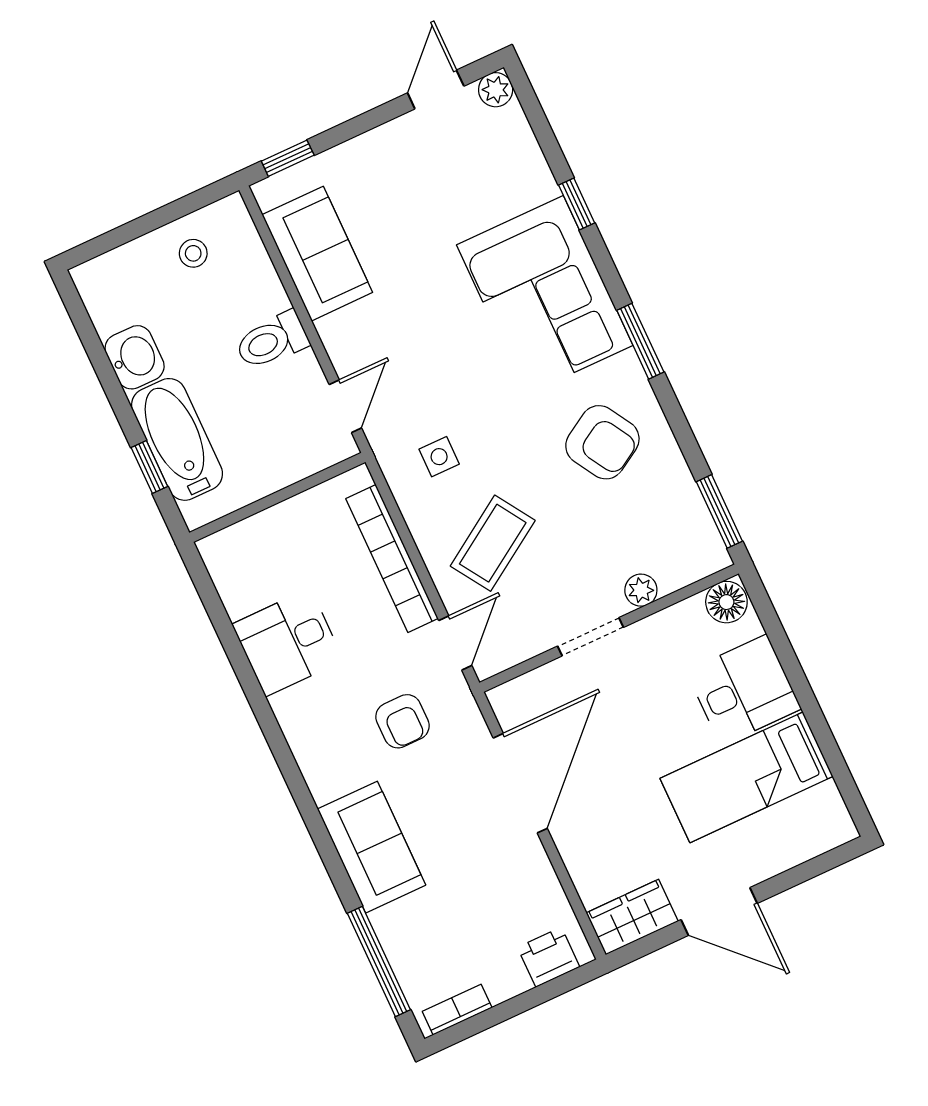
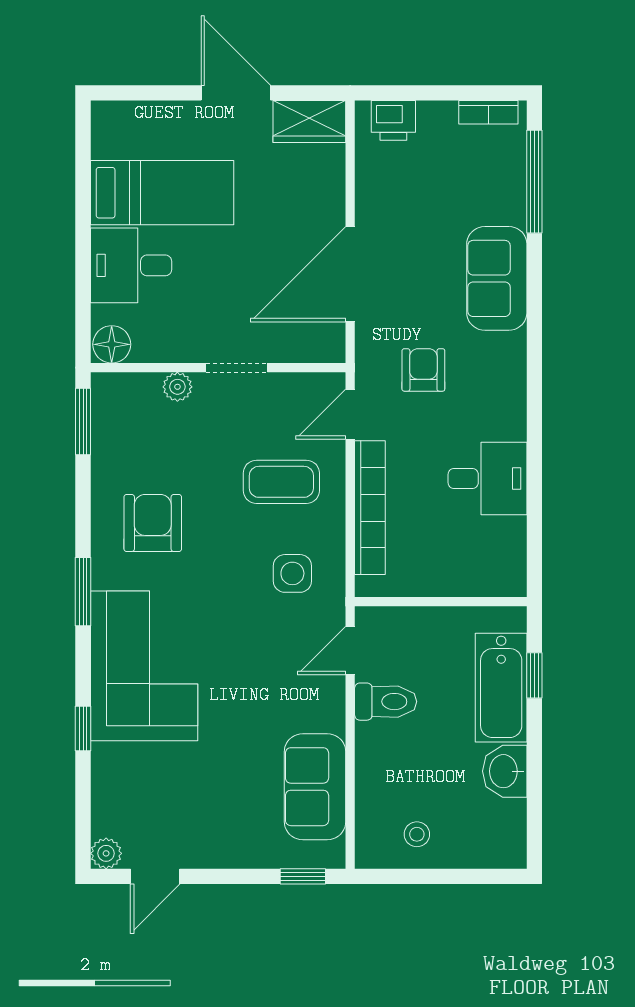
toilet: (272, 341) -> (386, 702), moved
armchair: (602, 442) -> (153, 523), turned 31
side table: (439, 457) -> (292, 573), width x1.37, depth x1.37
coffee table: (493, 543) -> (281, 482), turned 33

